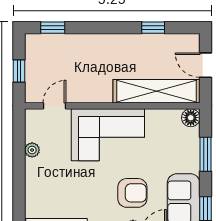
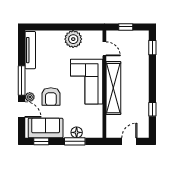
shelving: (156, 91) -> (113, 88), moved
floor lamp: (191, 118) -> (77, 132), moved
plant: (32, 150) -> (73, 39), width x1.87, depth x1.87

